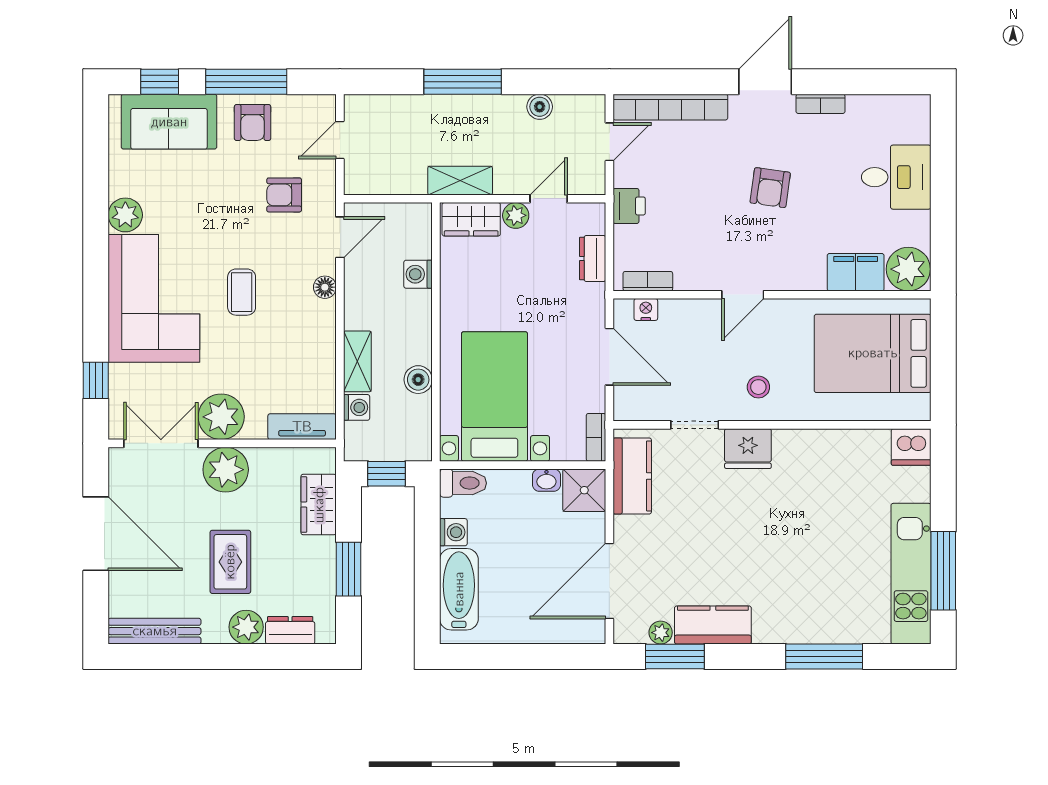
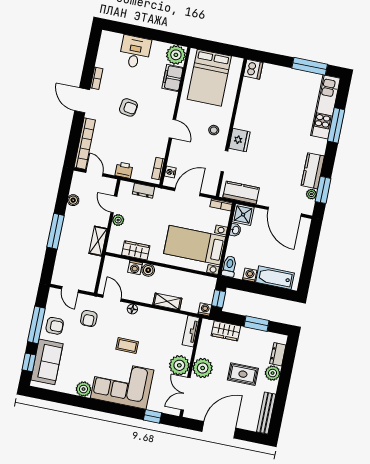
wardrobe: (471, 219) -> (136, 250), moved, turned -90
boiler: (418, 380) -> (148, 270), moved
washing machine: (357, 407) -> (205, 309), moved
kitchen unit: (911, 574) -> (325, 107), moved, turned 90

